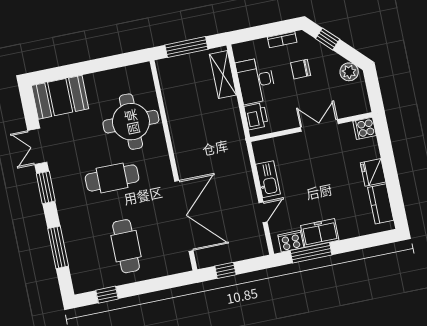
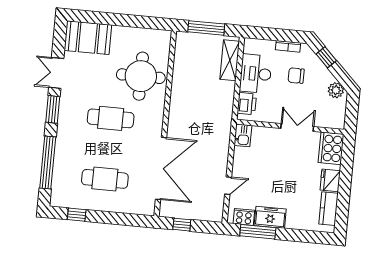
cooker: (365, 128) -> (331, 148), width x1.87, depth x1.31
kitchen sink: (268, 179) -> (243, 135), moved, width x0.73
cafe table: (126, 246) -> (105, 179), turned 90
window: (58, 247) -> (48, 163), width x1.46

